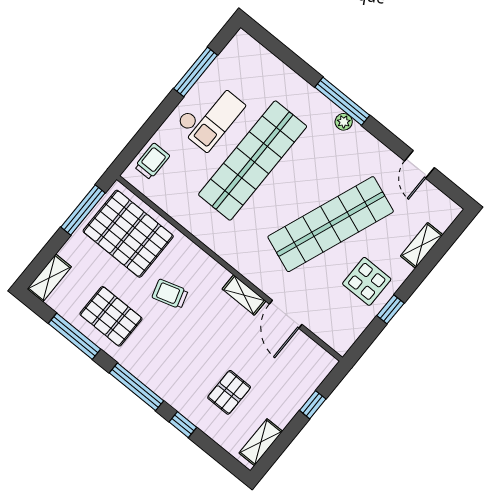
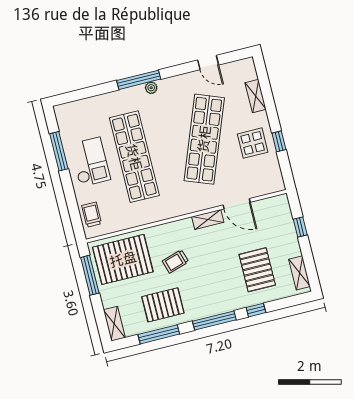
pallet: (229, 392) -> (257, 270), width x1.50, depth x1.42

